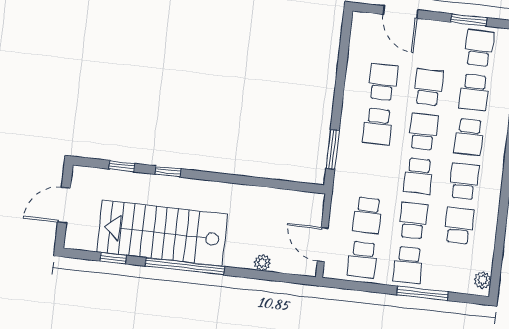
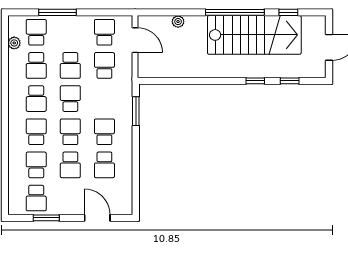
school desk: (423, 132) -> (70, 132), turned 180
school desk: (408, 265) -> (36, 32), moved
plant: (483, 280) -> (14, 43), moved

